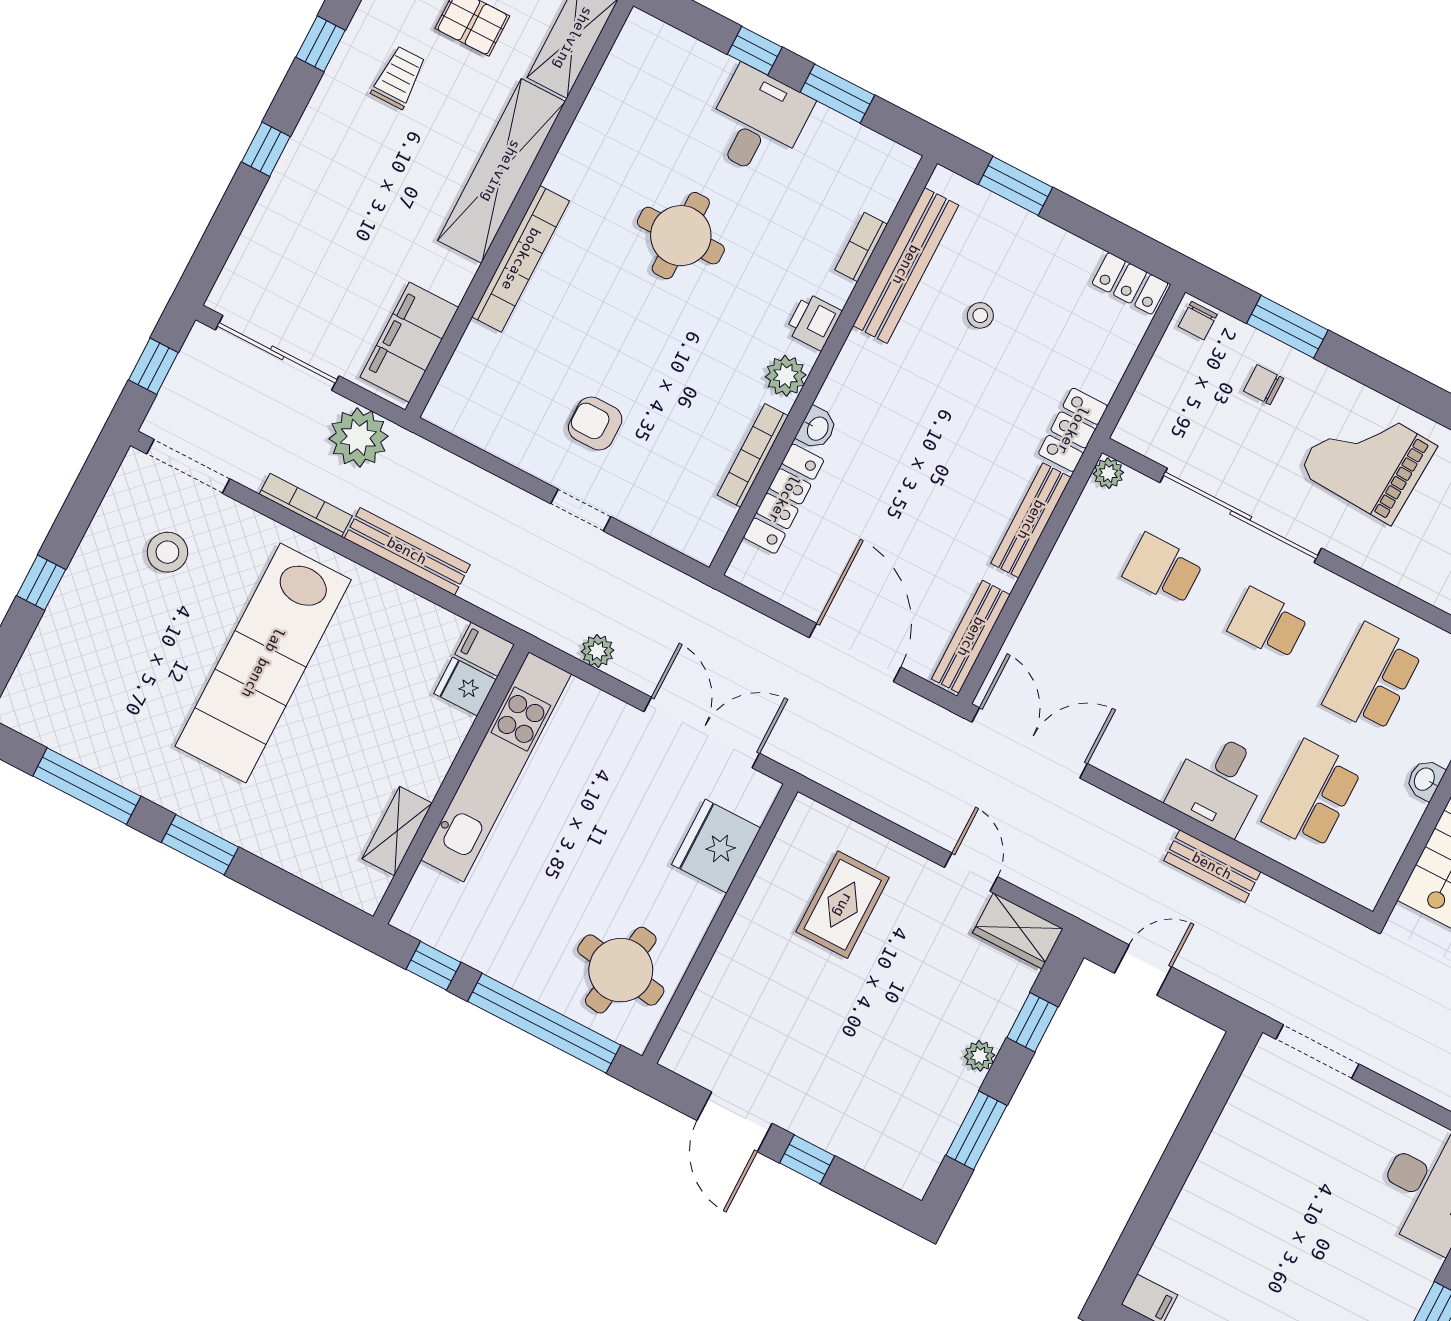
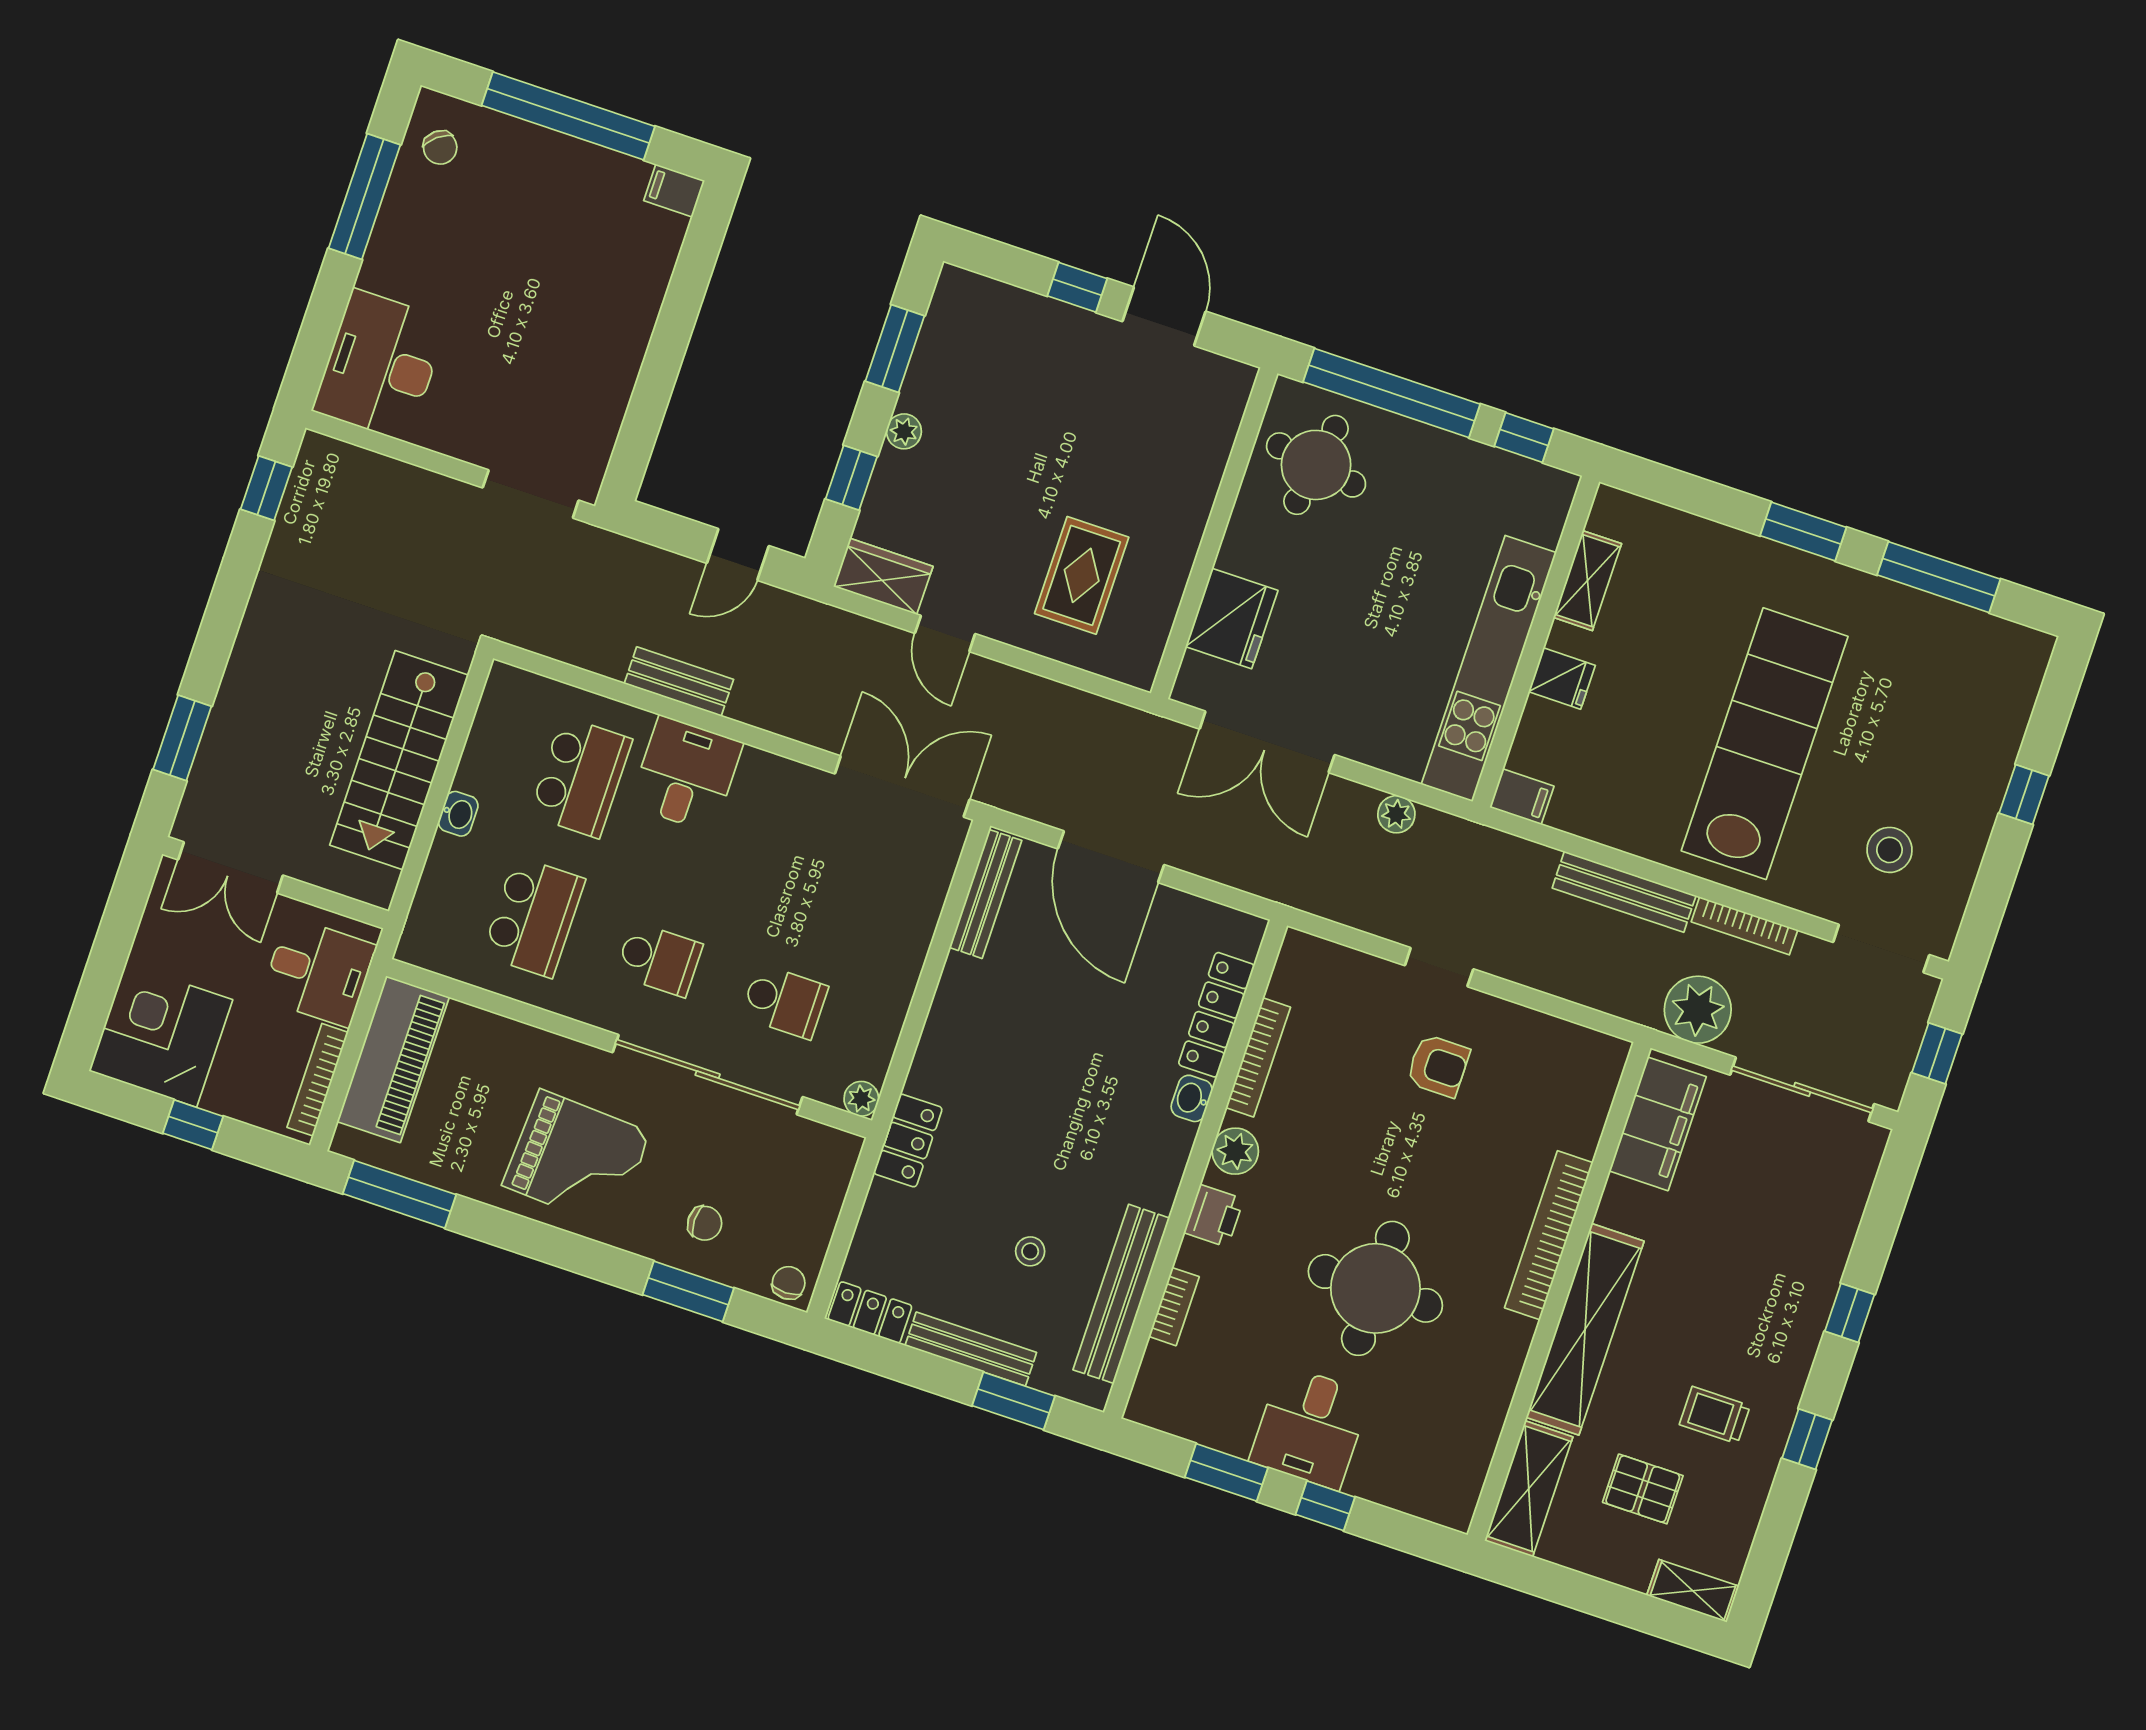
trolley: (399, 77) -> (1715, 1415), turned 90
round table: (681, 236) -> (1375, 1288), width x1.36, depth x1.36
bench: (1031, 520) -> (971, 1349), moved, turned 90
fridge: (465, 687) -> (1562, 679), moved
double door: (1030, 743) -> (902, 787), swing flipped

